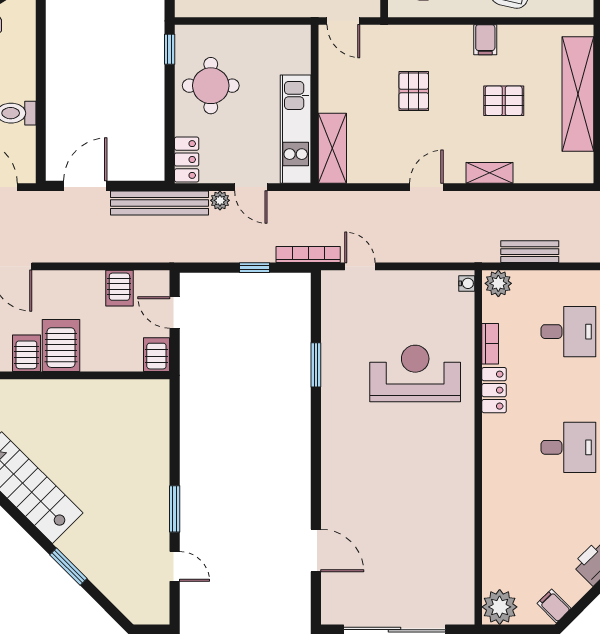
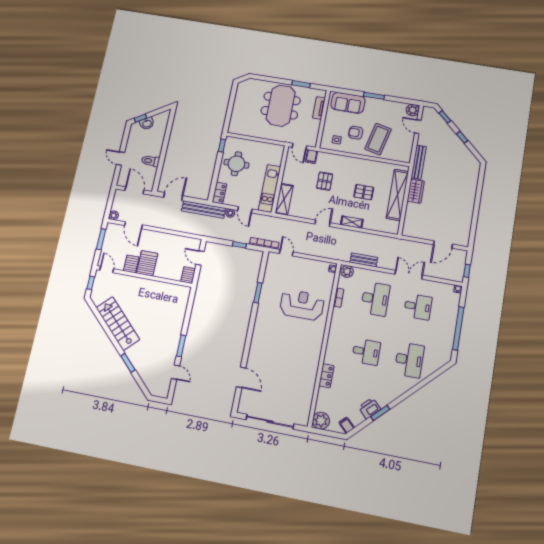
filing cabinet: (485, 40) -> (311, 157), moved
server rack: (119, 288) -> (178, 243), removed
desk: (568, 332) -> (375, 299), width x1.37
locker: (494, 390) -> (326, 376), moved

